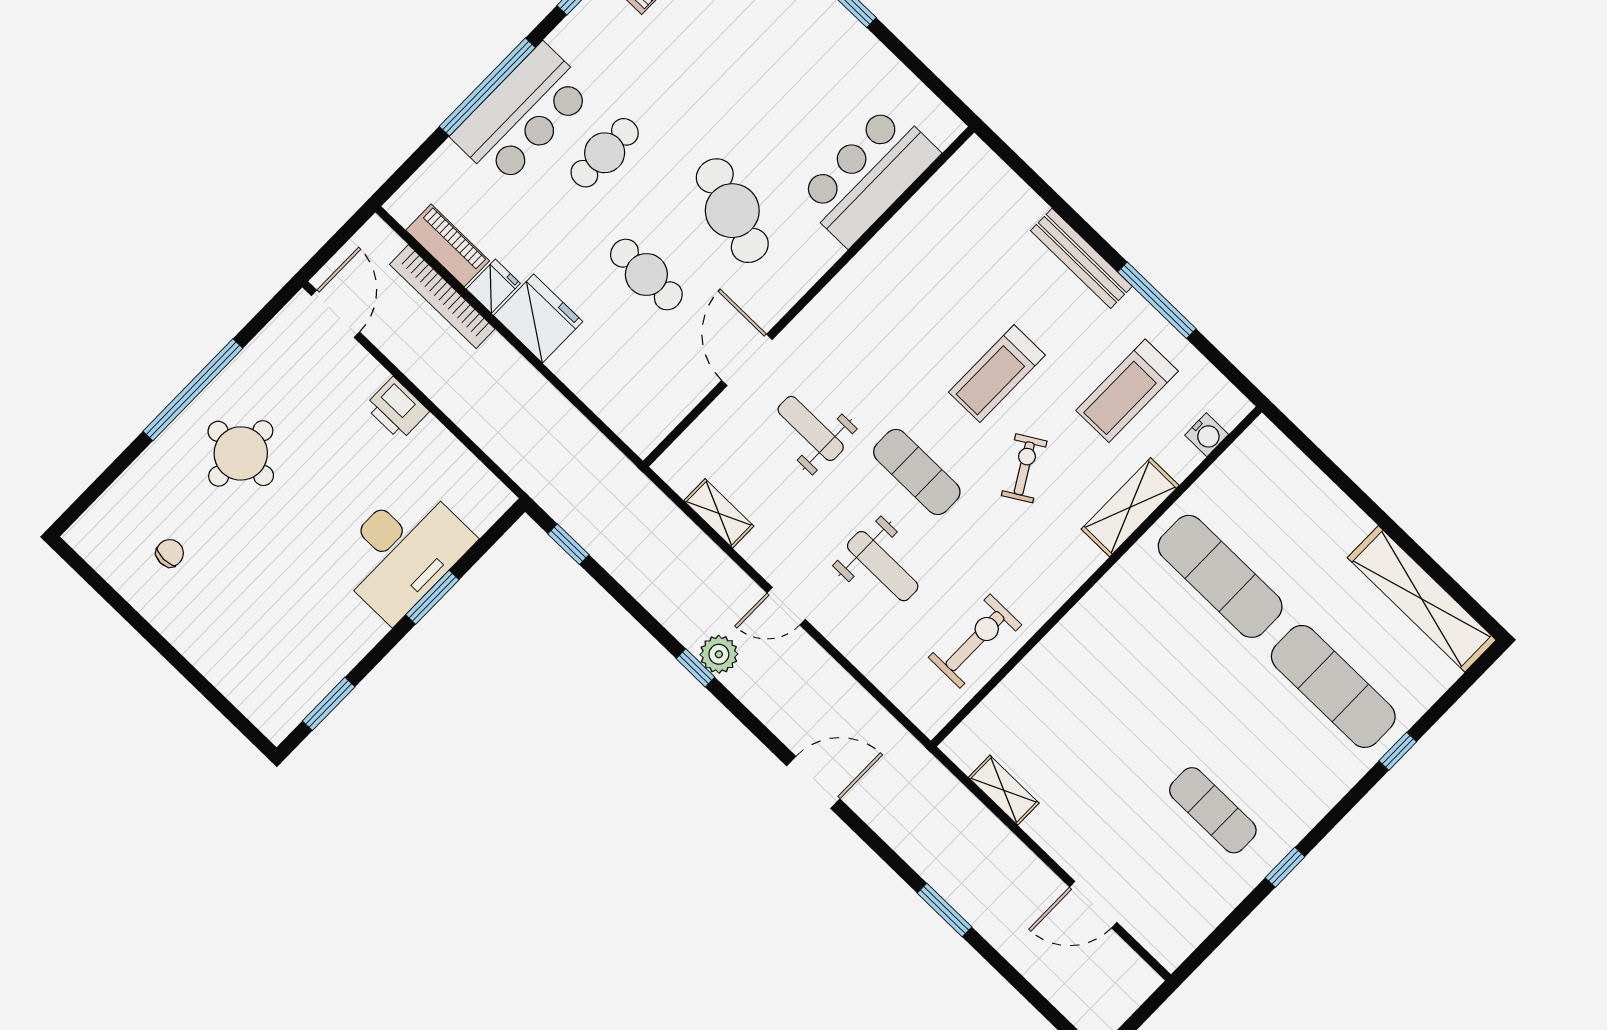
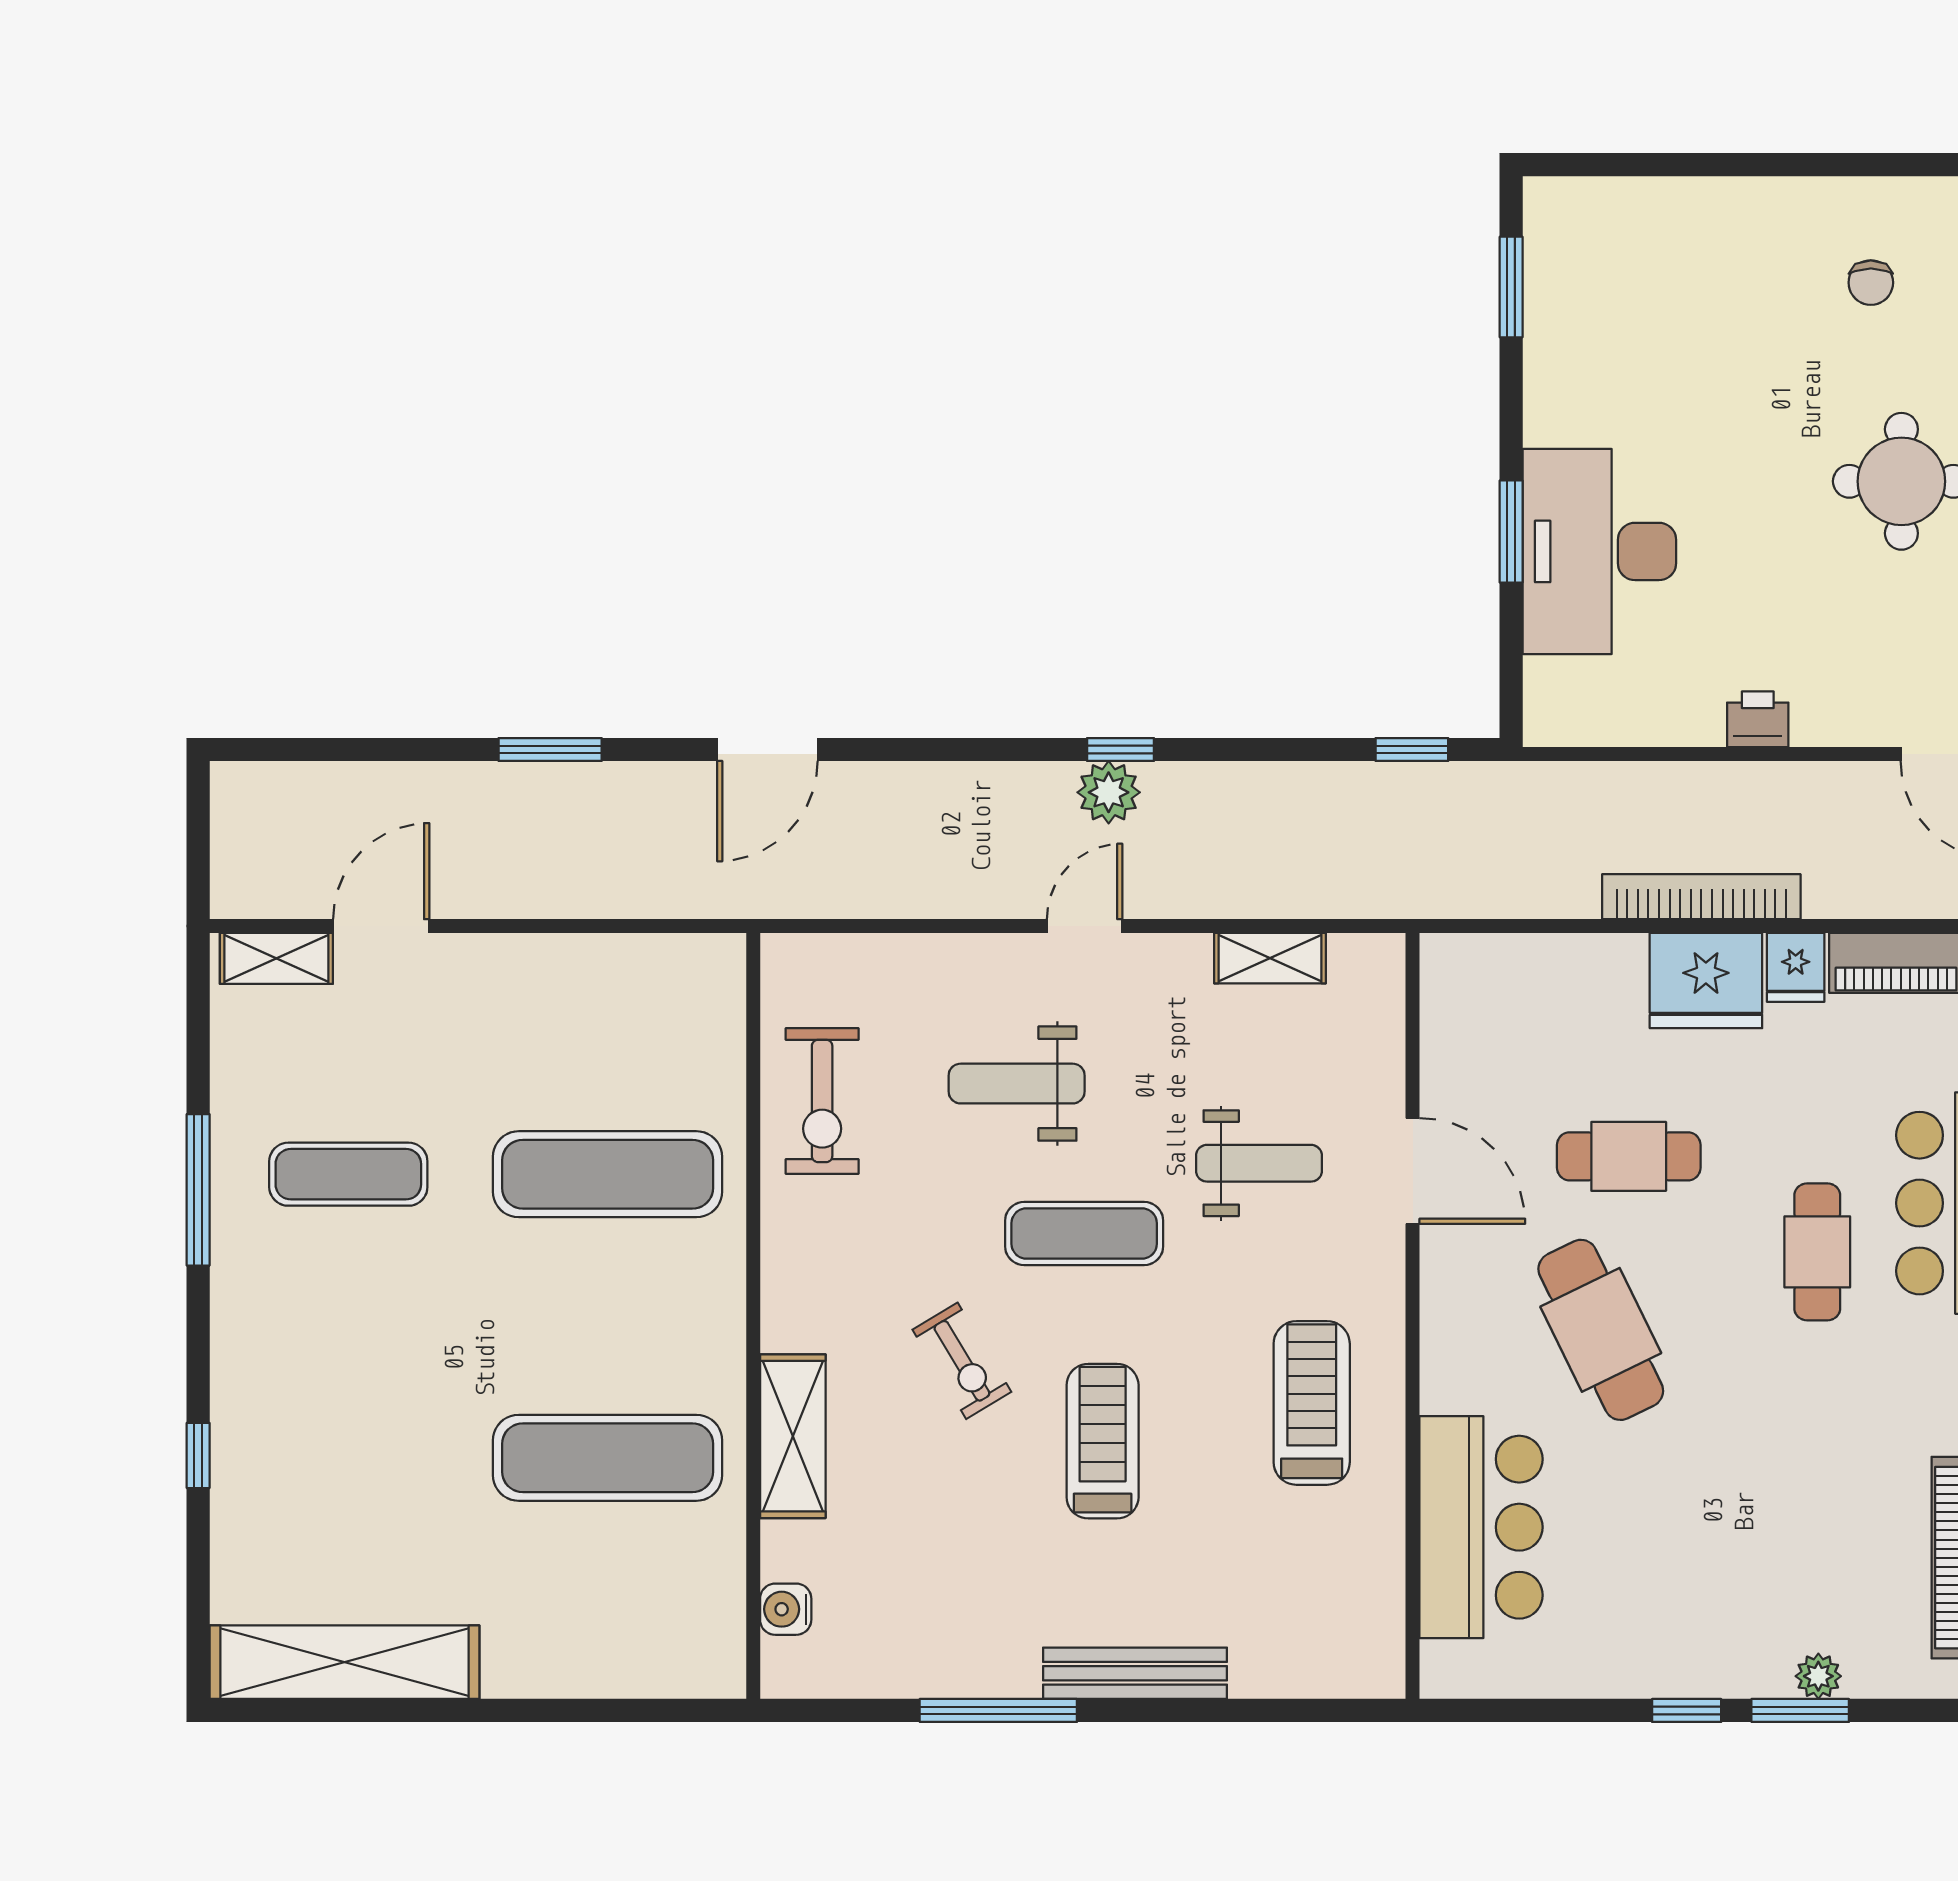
cafe table: (732, 211) -> (1601, 1330), turned 45
bookcase: (442, 297) -> (1701, 897), moved
treadmill: (1127, 391) -> (1312, 1403), moved
printer: (397, 409) -> (1758, 719), width x0.73, depth x0.81
exercise mat: (1333, 686) -> (608, 1174), moved
door: (813, 782) -> (767, 749), moved
shelving: (1004, 790) -> (276, 958), moved
window: (1285, 867) -> (198, 1190), width x2.17

